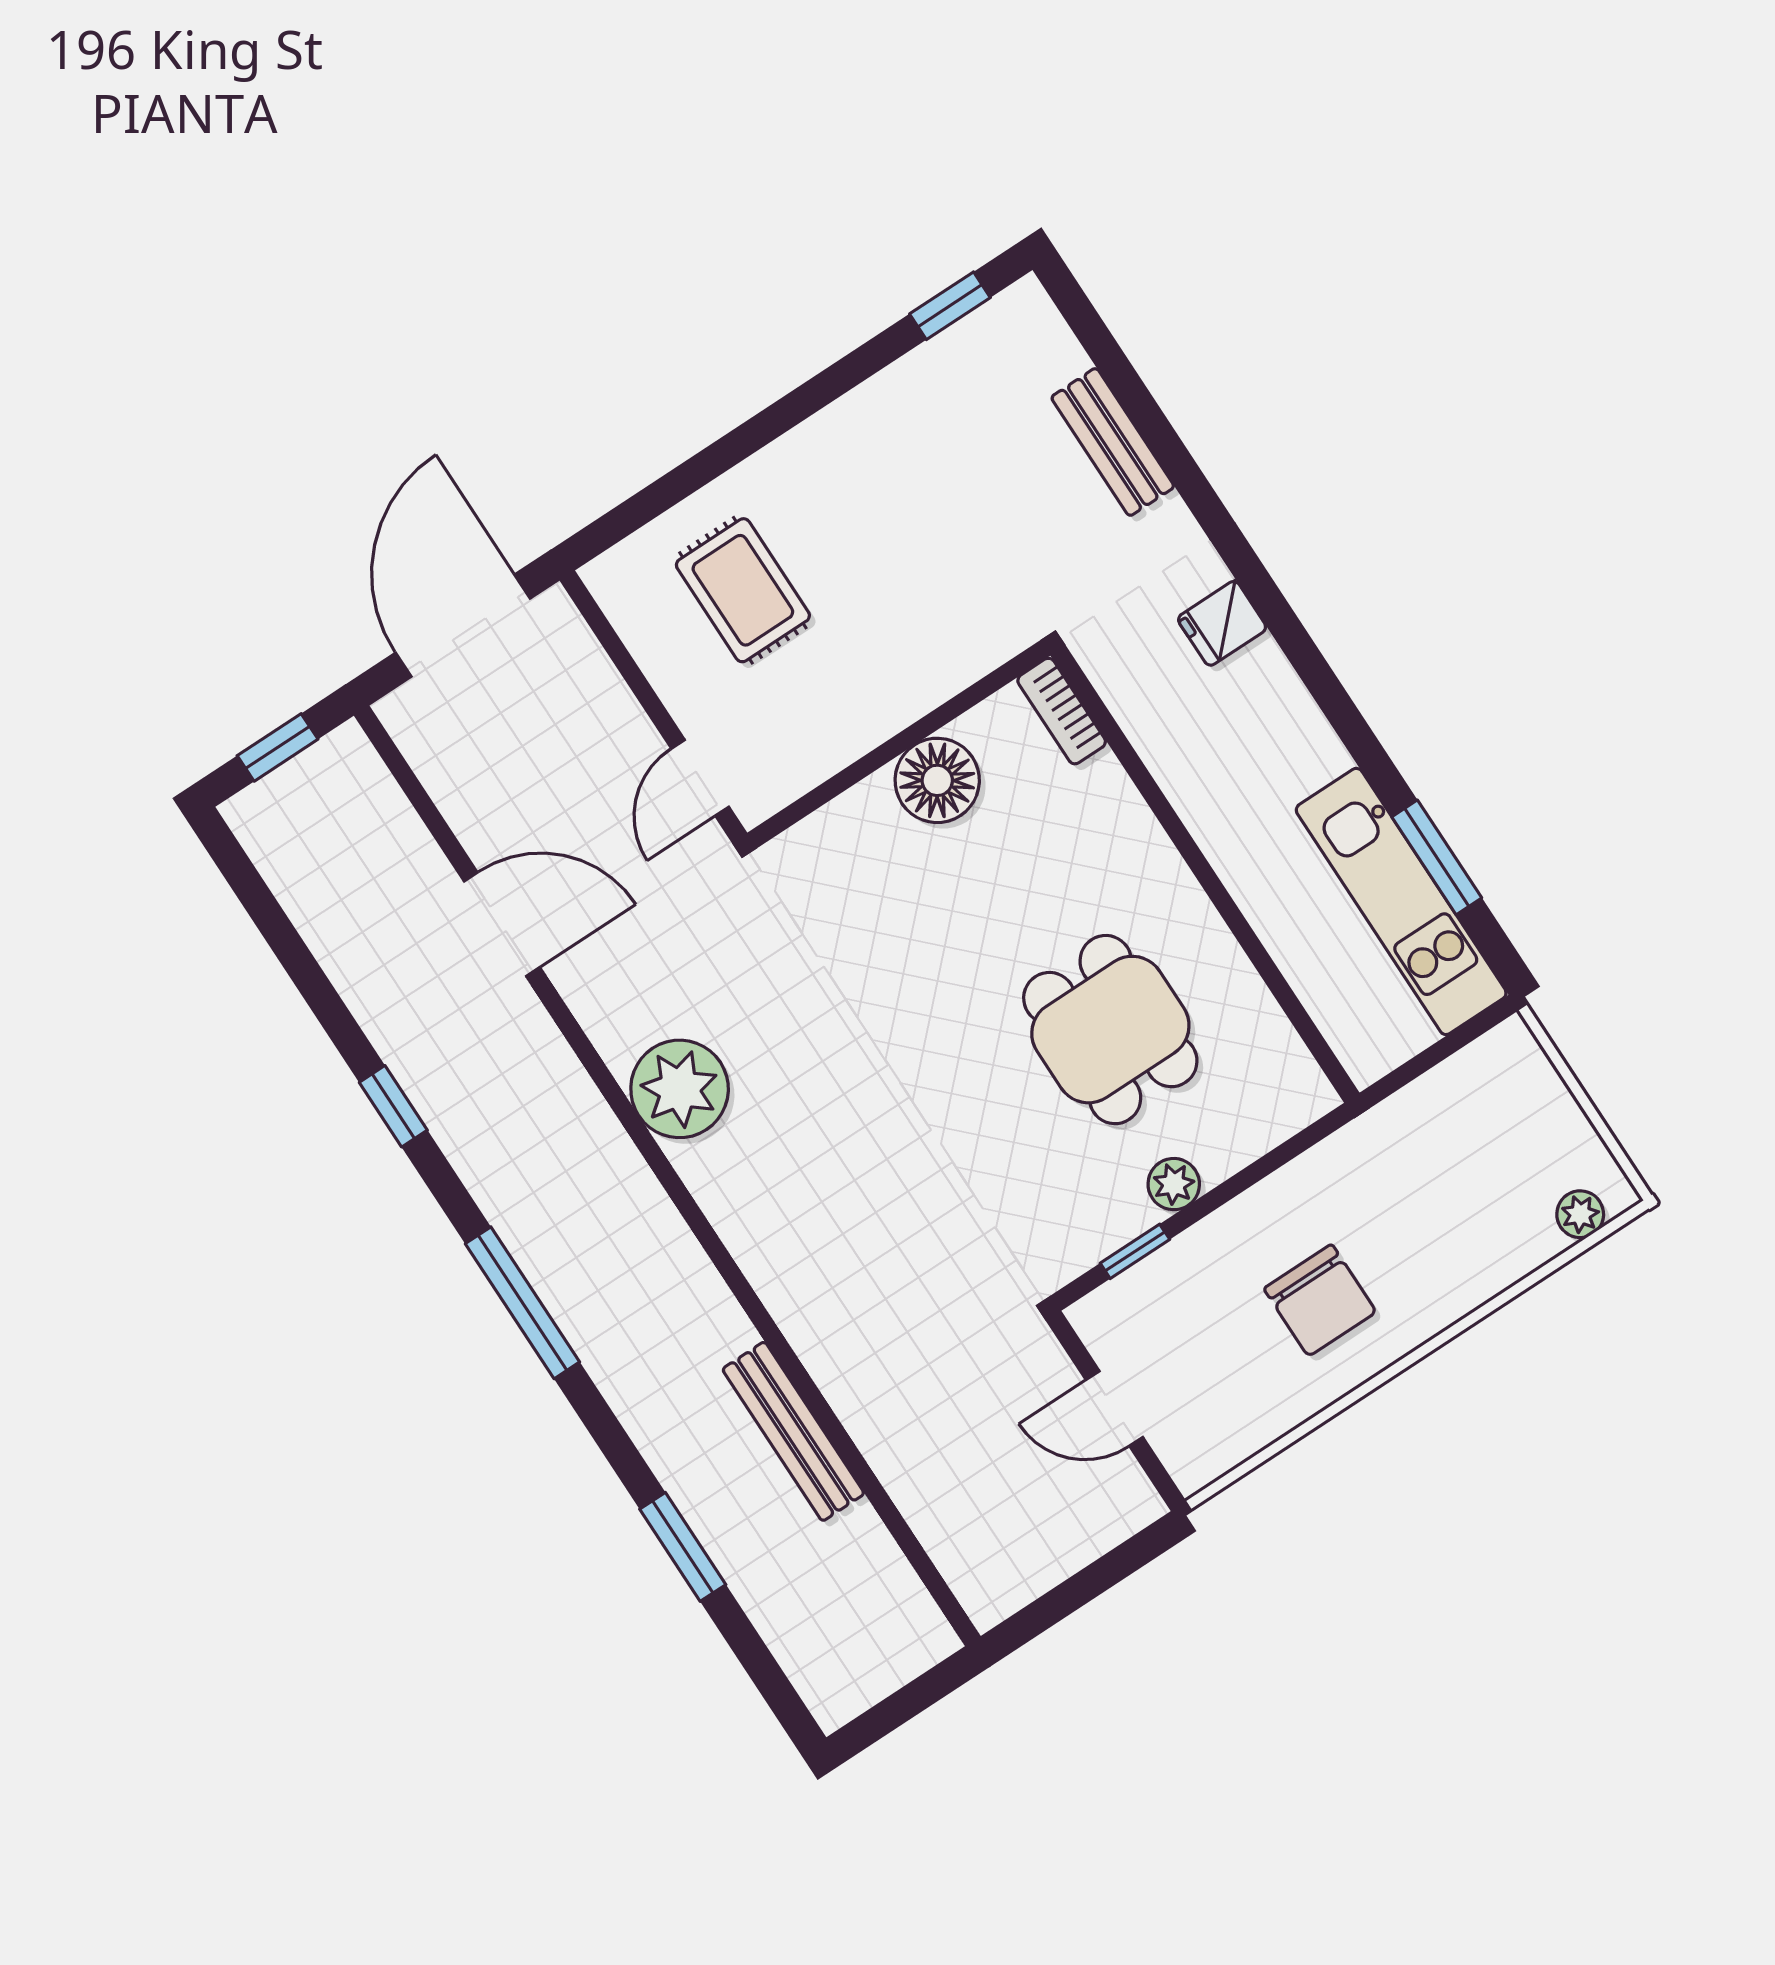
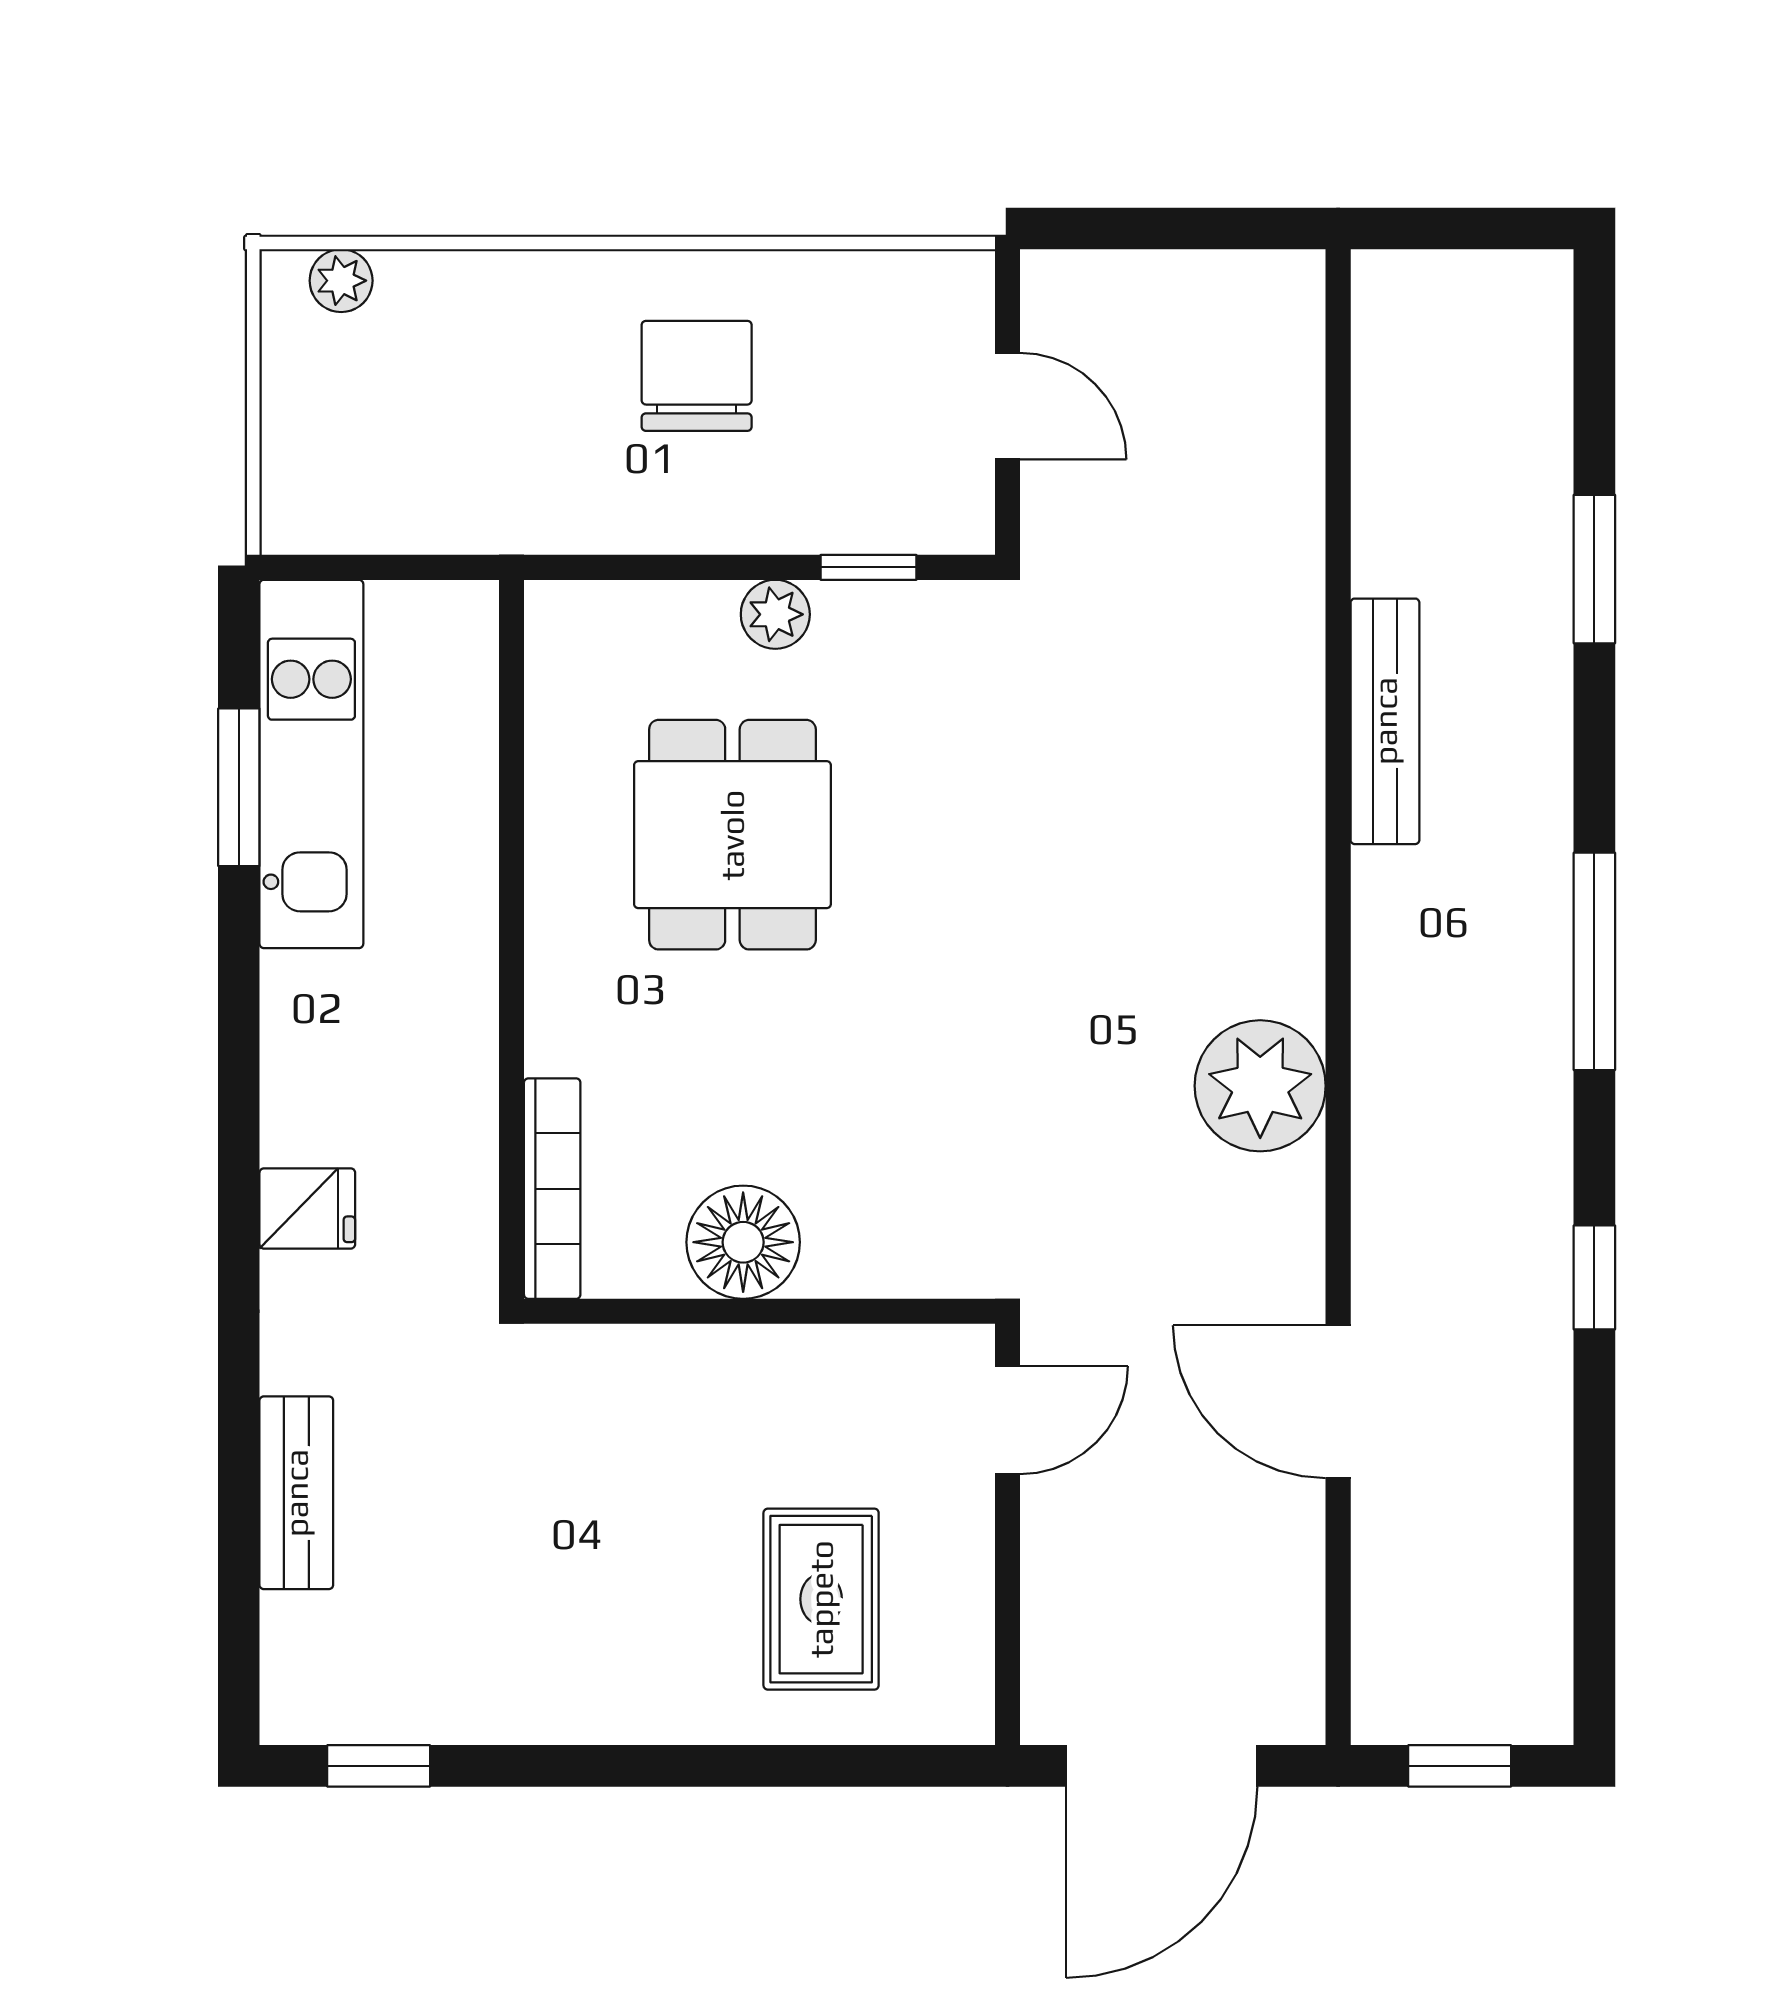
bookcase: (1062, 711) -> (552, 1189), width x1.56
bench: (793, 1431) -> (1385, 721), moved

